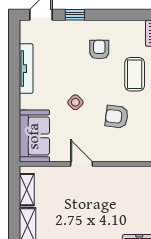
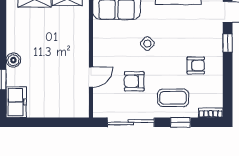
armchair: (117, 117) -> (134, 81), turned -97
door: (82, 164) -> (91, 77), moved

